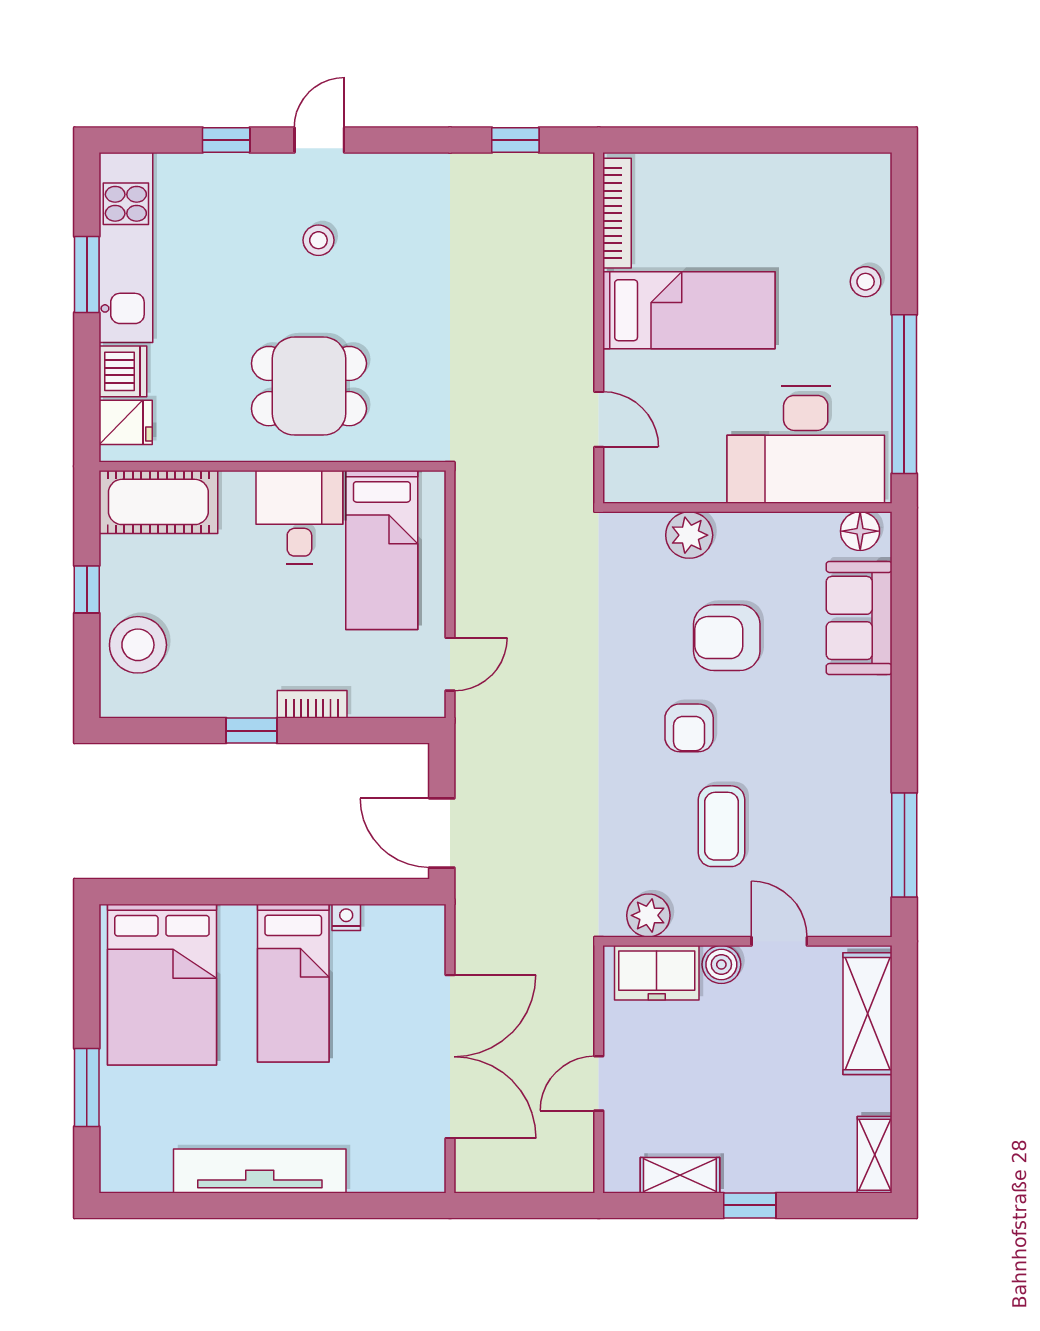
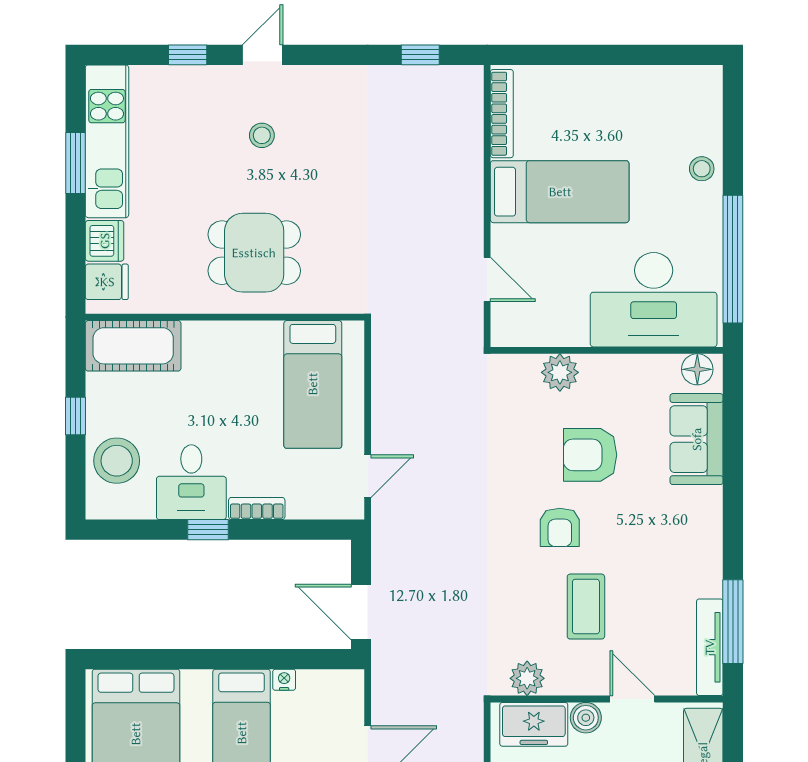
desk: (299, 517) -> (191, 482), moved, turned 180
tv unit: (876, 877) -> (710, 647), added

